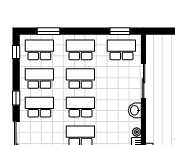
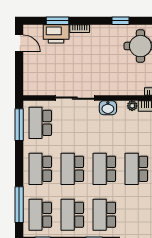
window: (48, 31) -> (19, 205), width x1.44
window: (120, 31) -> (19, 125), width x1.44

